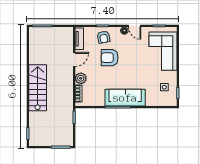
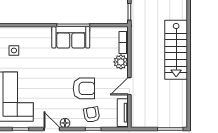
sofa: (125, 98) -> (71, 37), width x0.73

